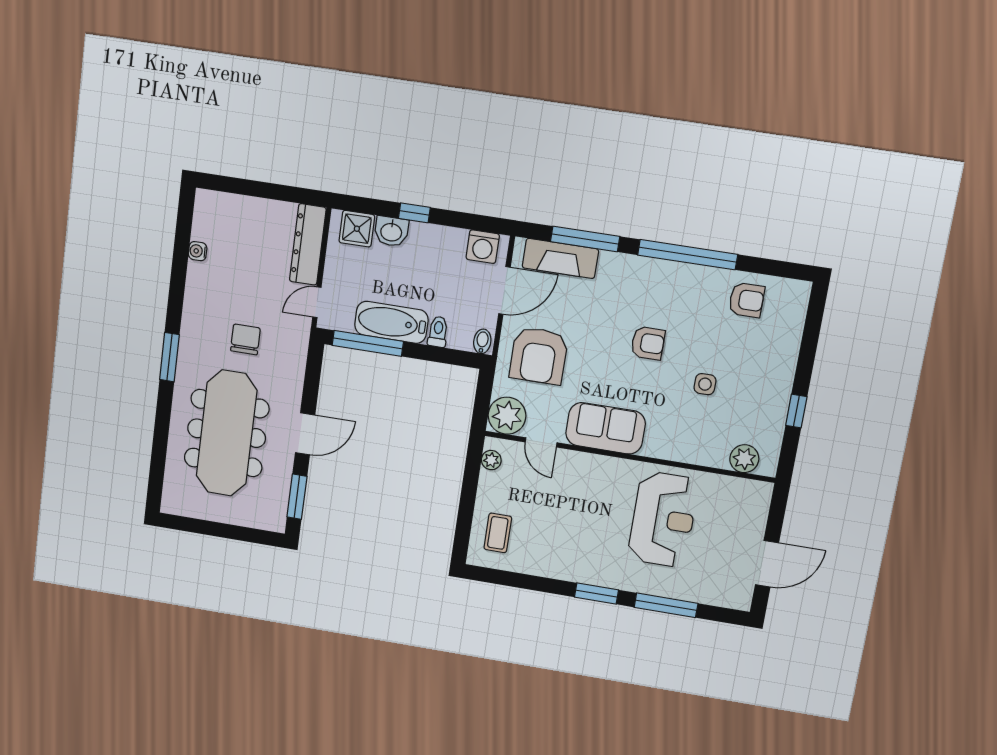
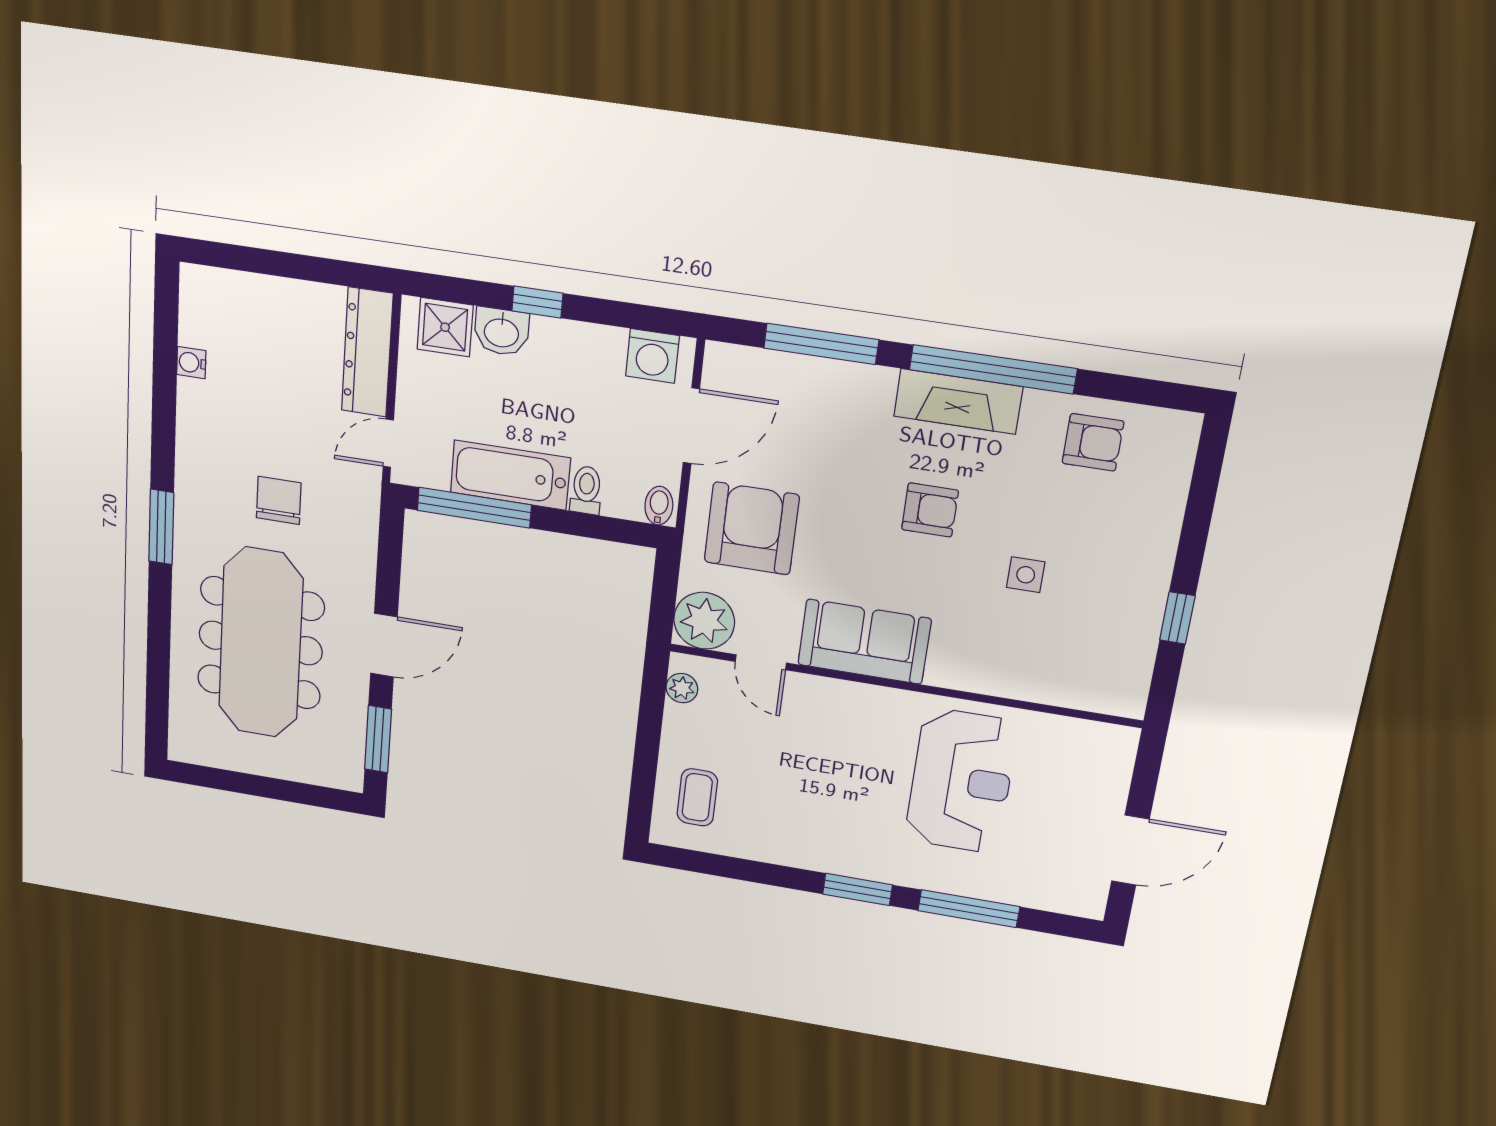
fireplace: (560, 258) -> (958, 402), moved
armchair: (539, 356) -> (752, 528), turned 180
plant: (744, 459) -> (1092, 691), removed

